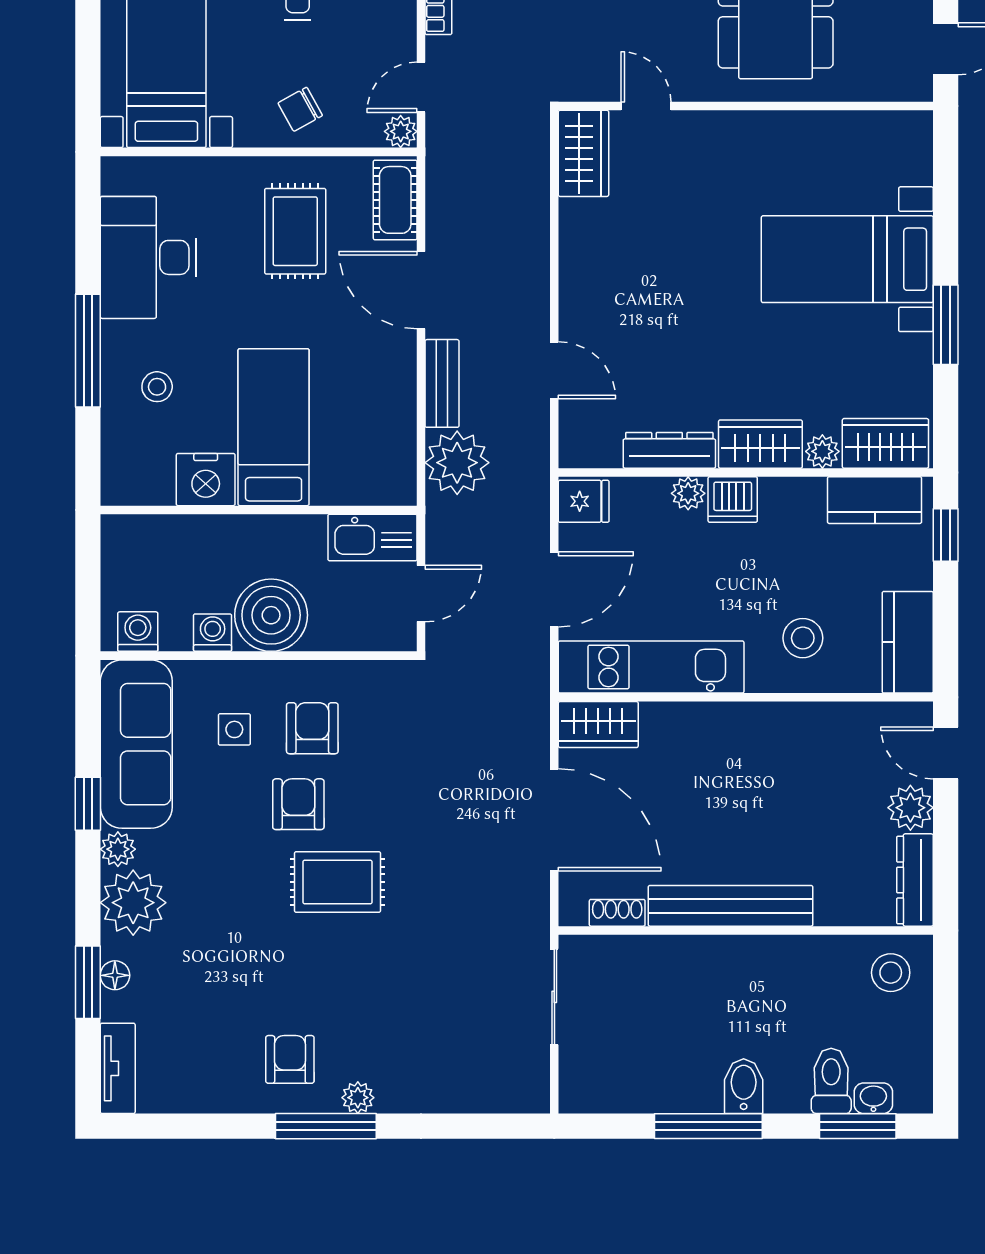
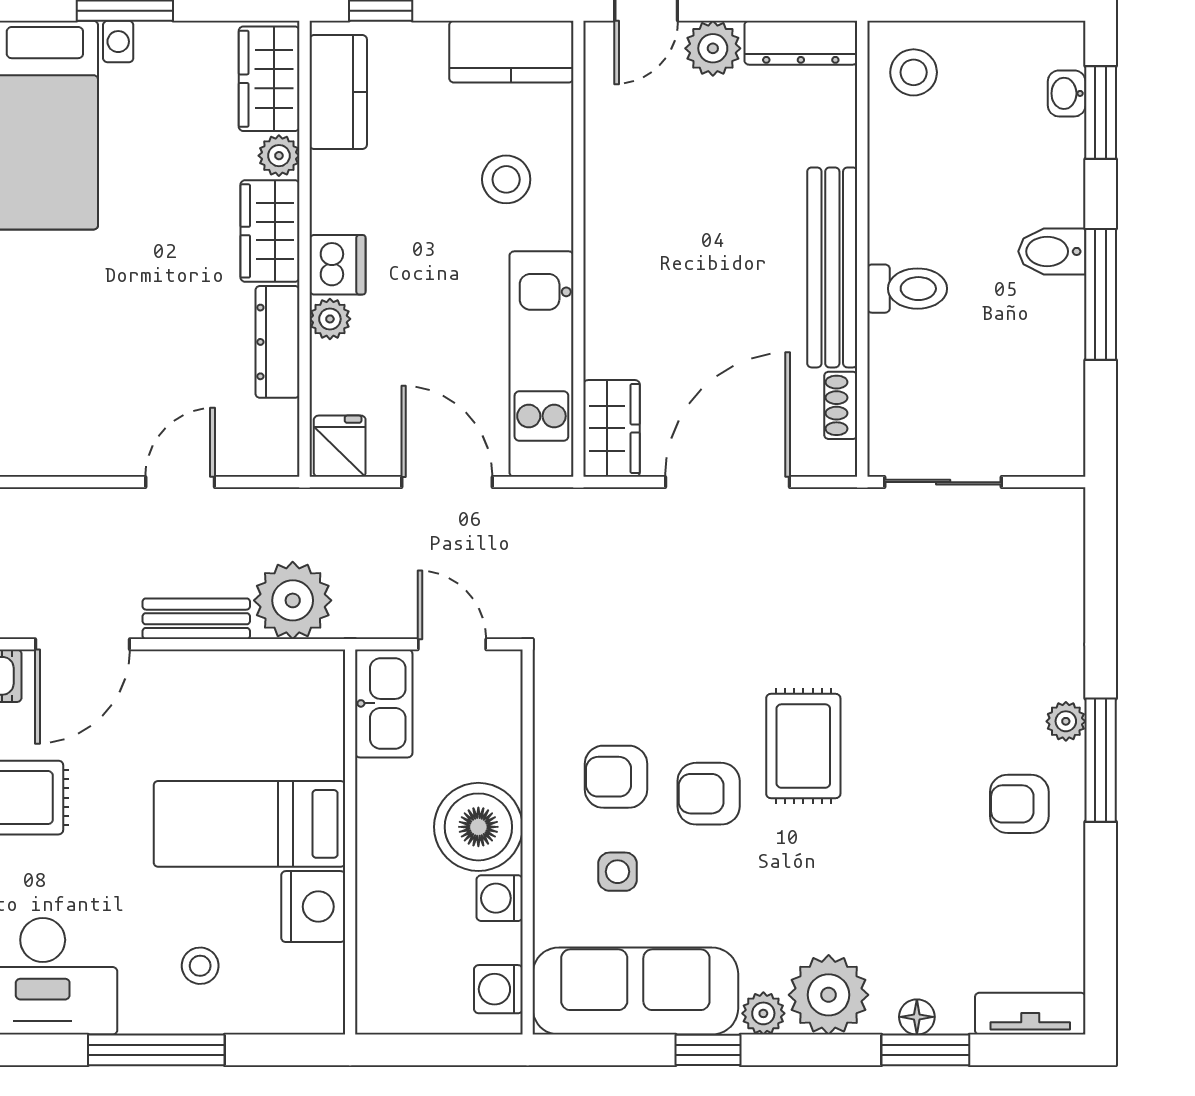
toilet: (831, 1081) -> (907, 289), moved, turned 180

